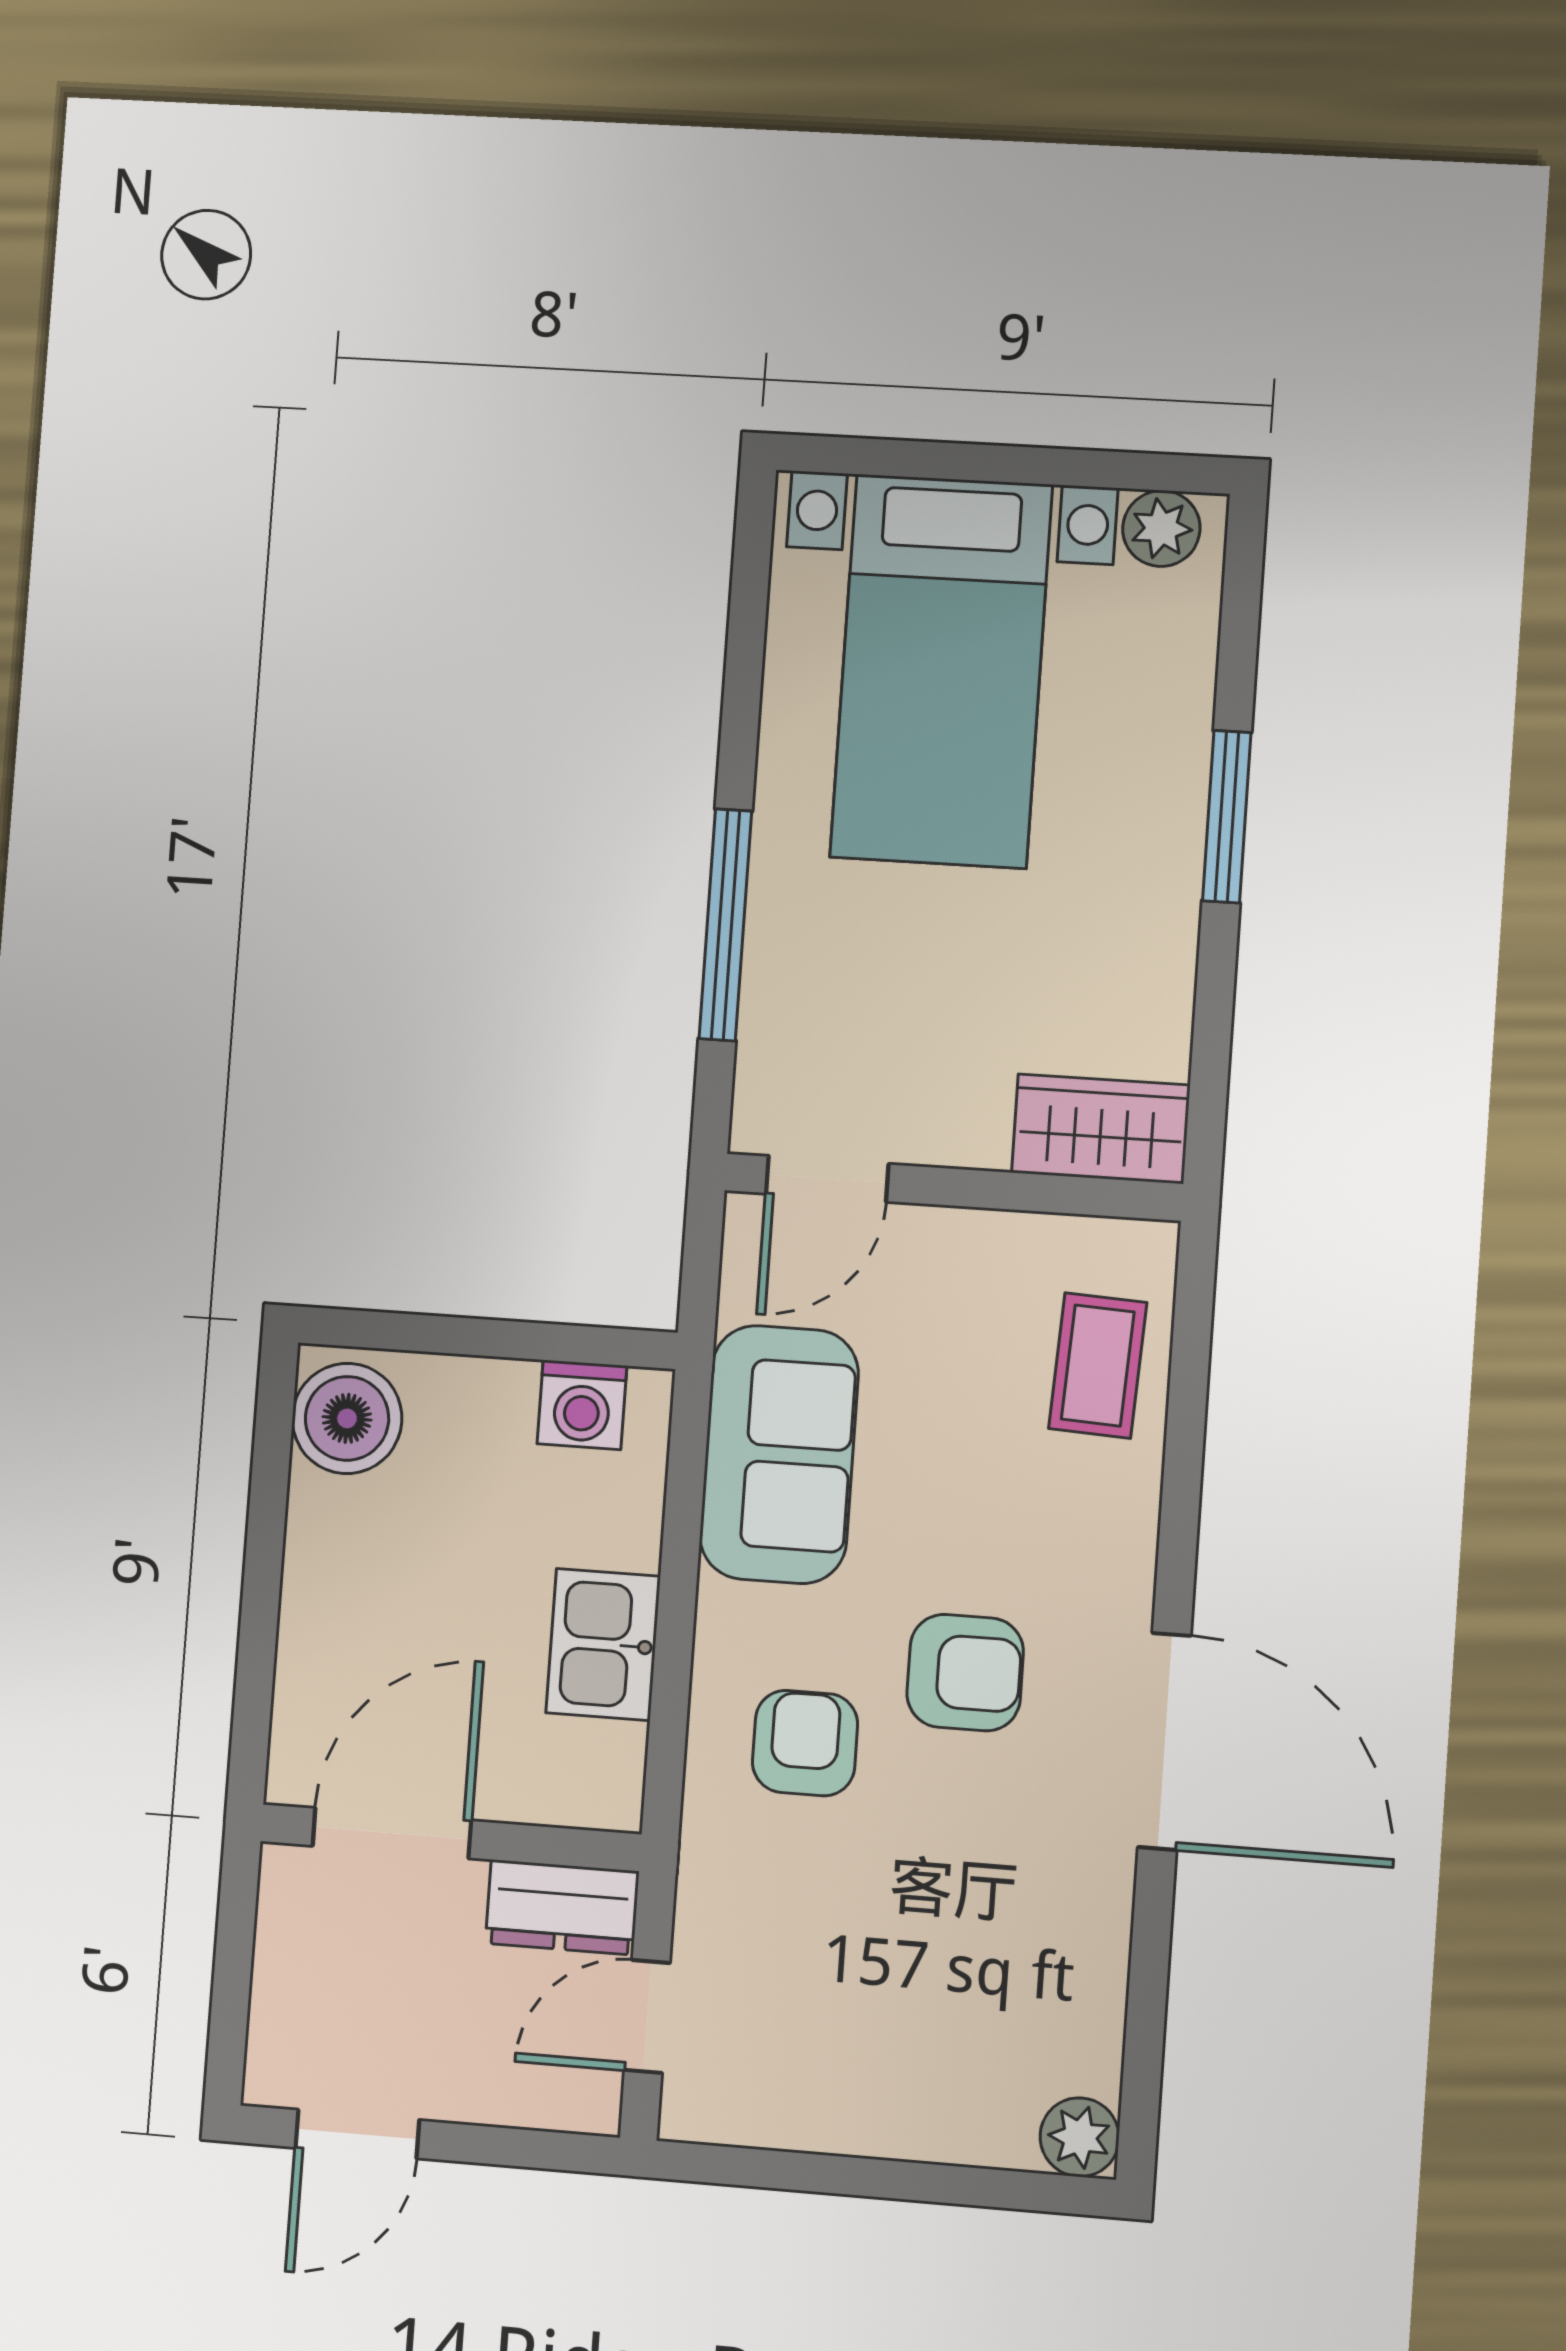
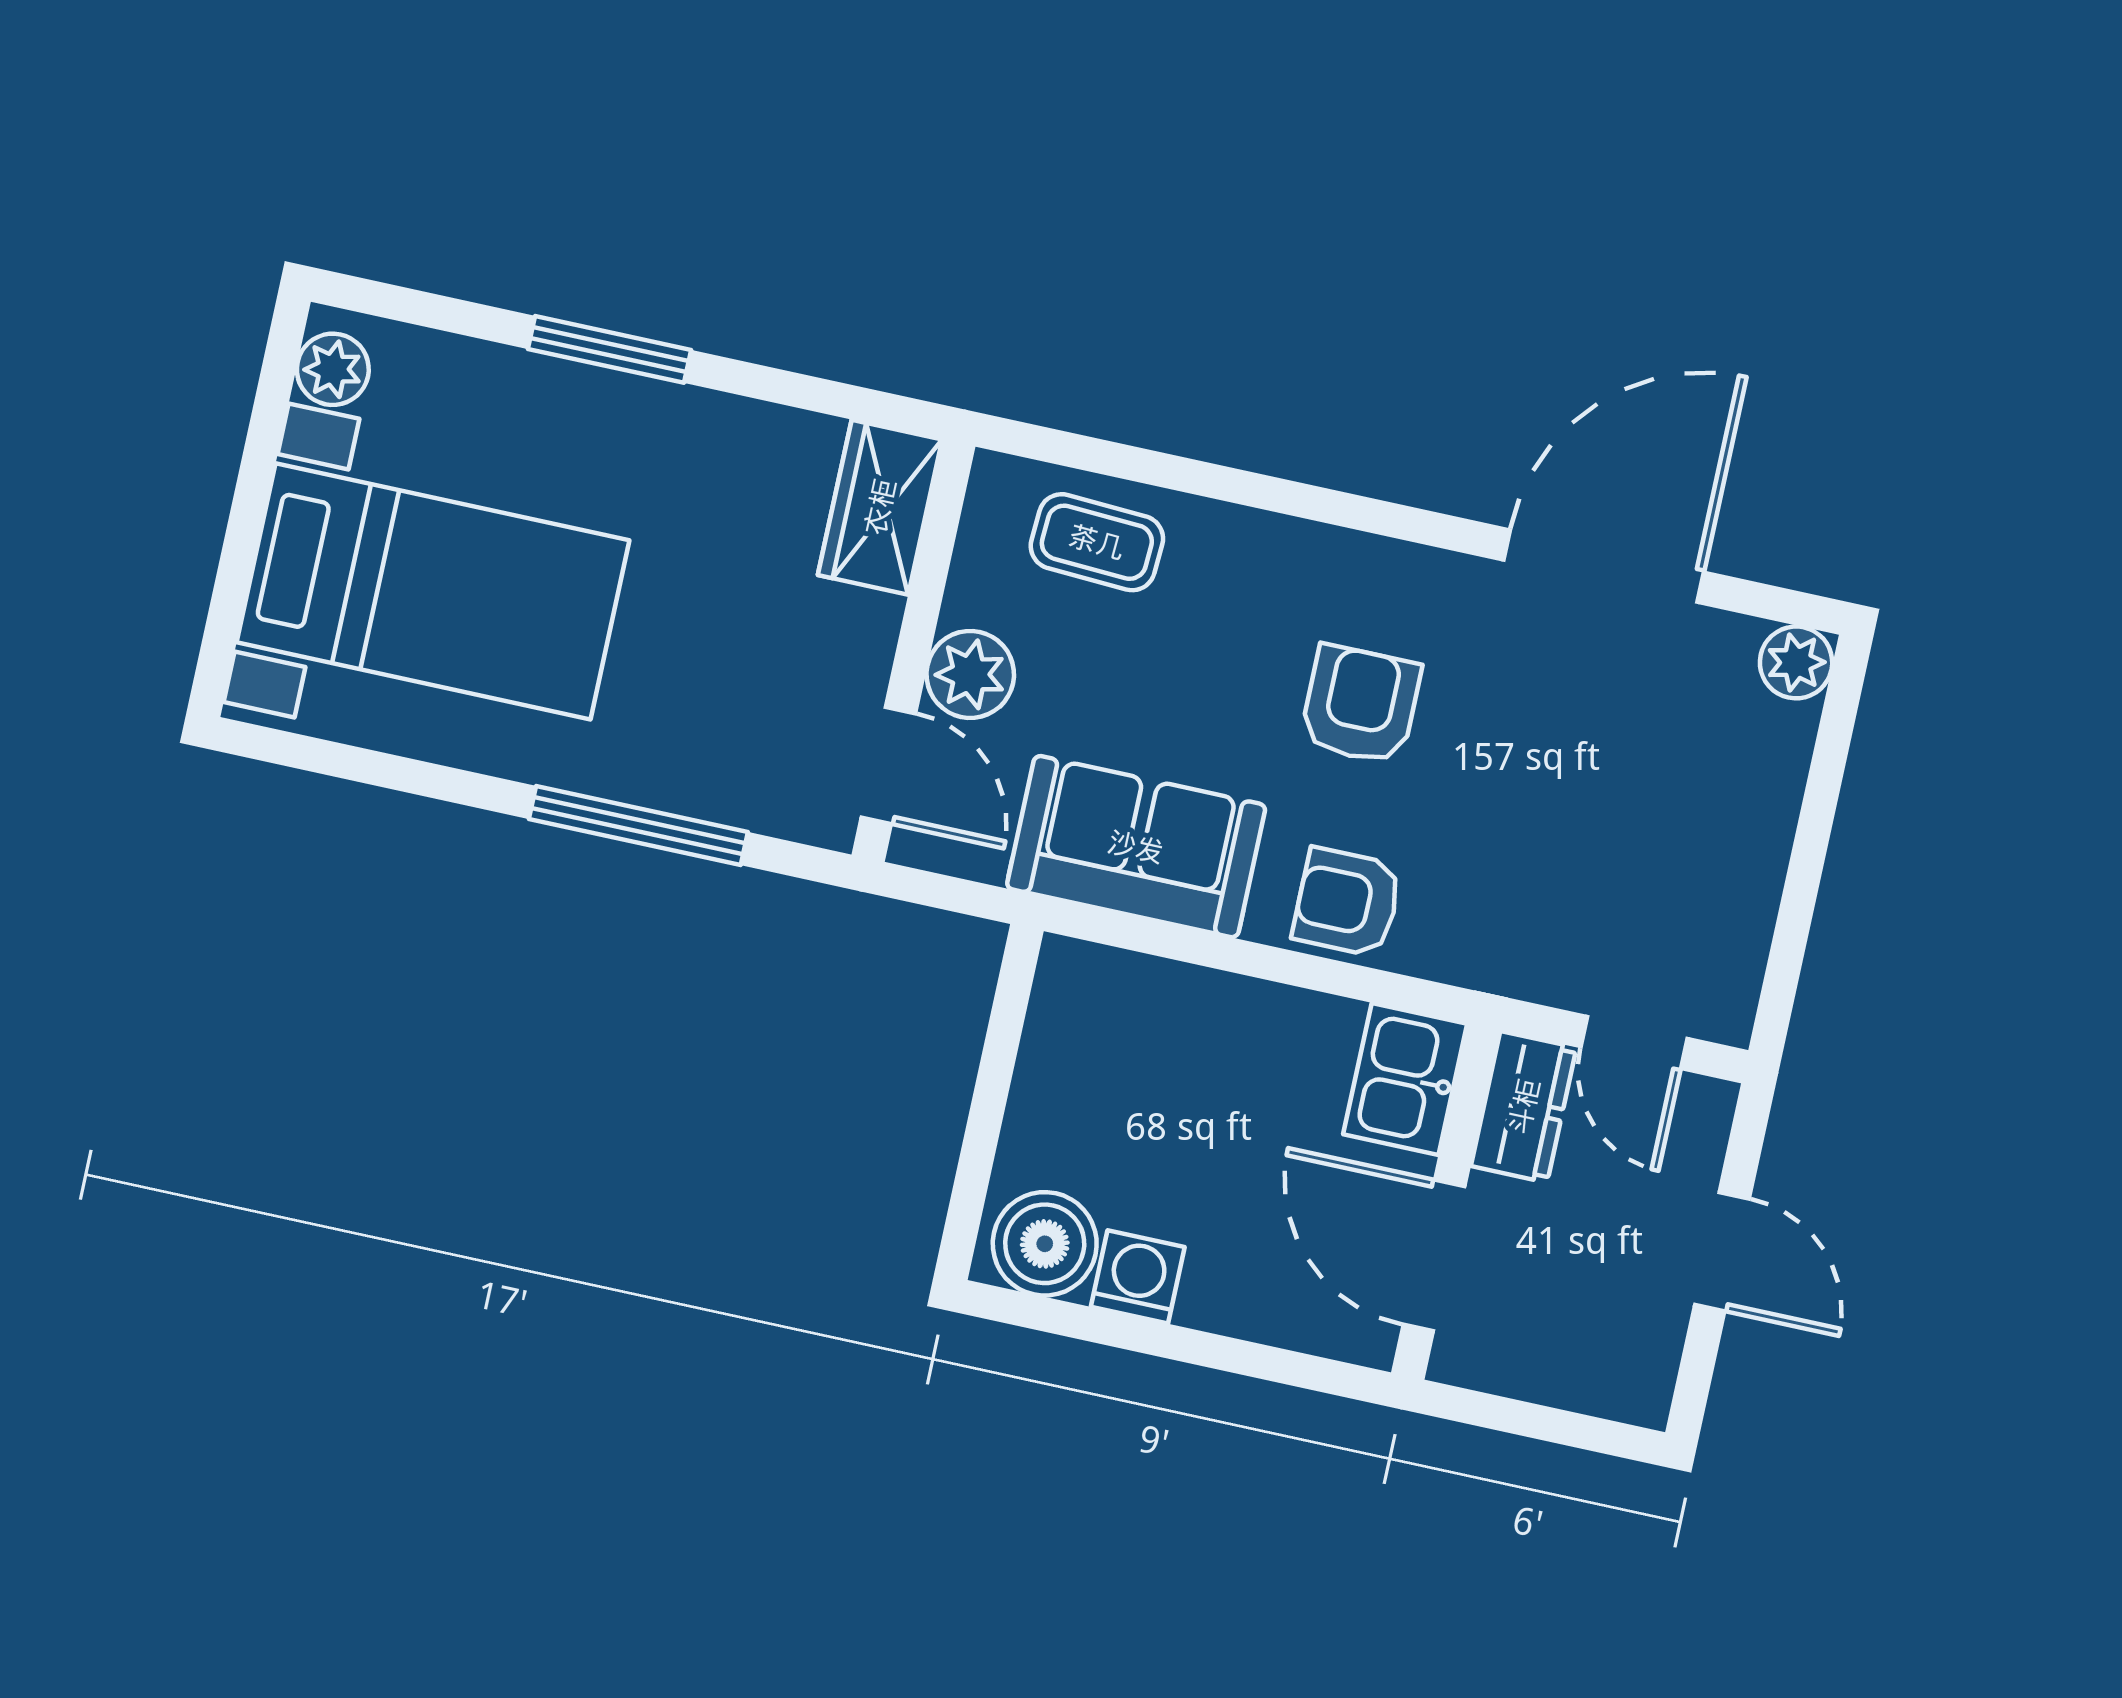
plant: (936, 1251) -> (970, 674), added
washing machine: (582, 1405) -> (1138, 1277), moved, turned -90
kitchen sink: (603, 1644) -> (1405, 1079), moved, turned 90
door: (1164, 1741) -> (1604, 566), moved
armchair: (805, 1743) -> (1347, 902), moved
door: (357, 2134) -> (1722, 1252), moved

